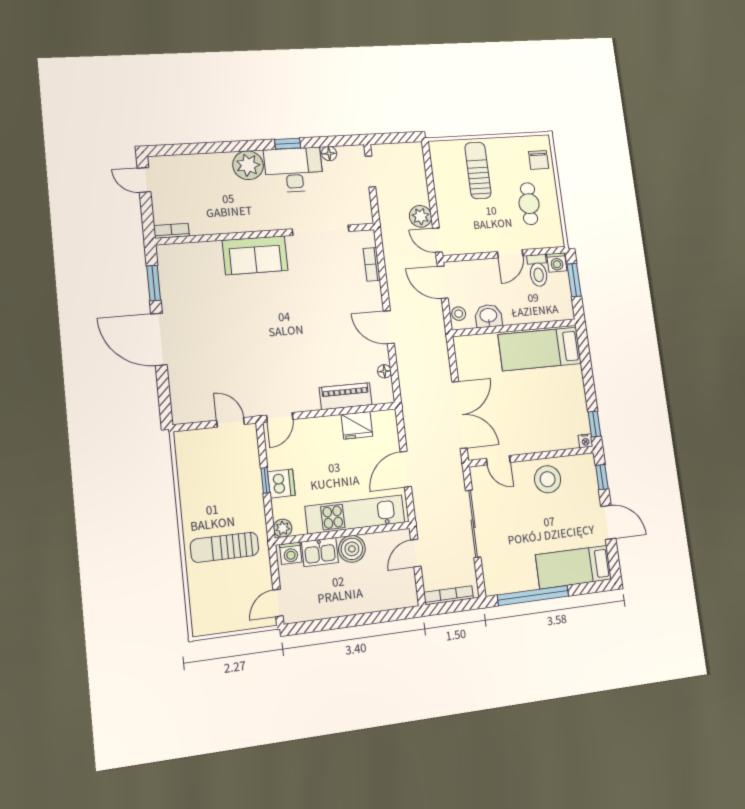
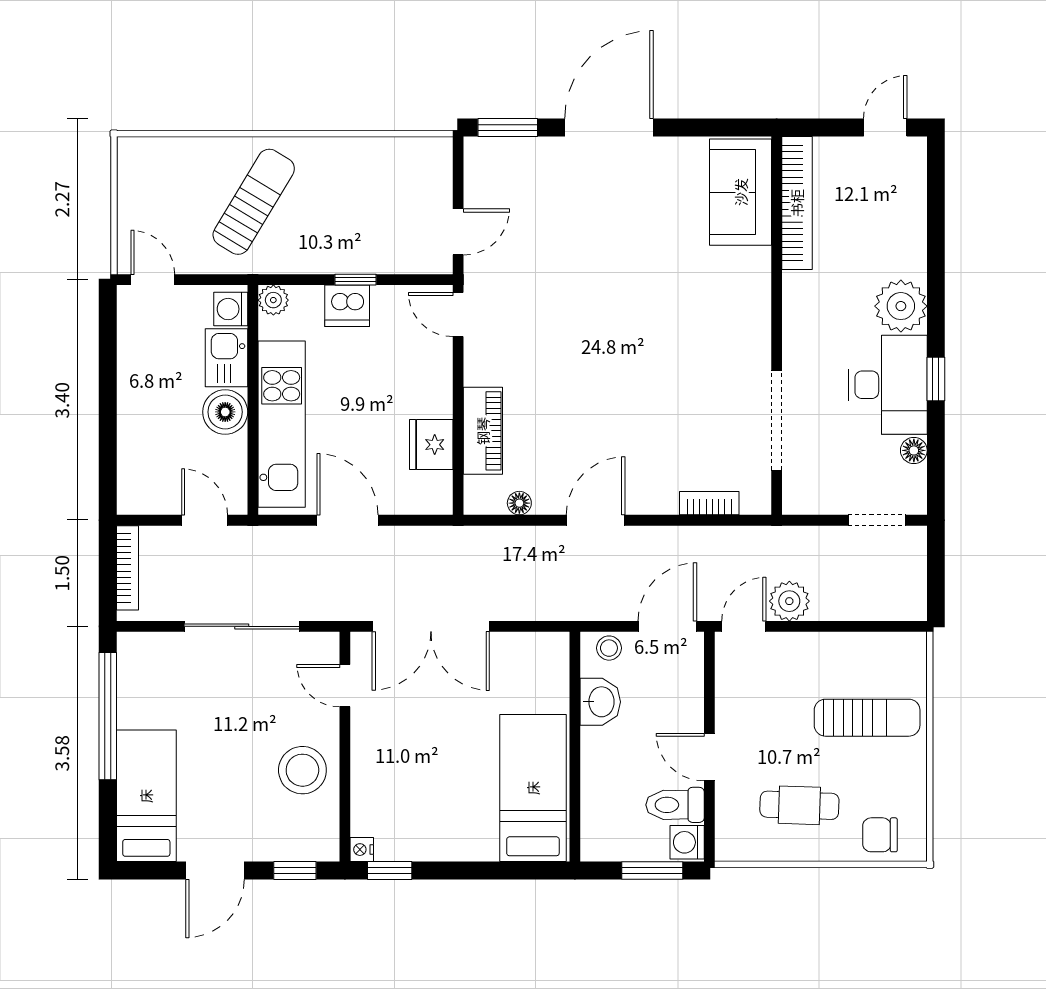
bookcase: (171, 231) -> (797, 203), width x2.31, depth x1.31
sofa: (255, 255) -> (741, 192), moved
window: (154, 283) -> (508, 127), moved
door: (498, 460) -> (345, 686), hinge flipped
sun lounger: (225, 547) -> (254, 202), turned 31

